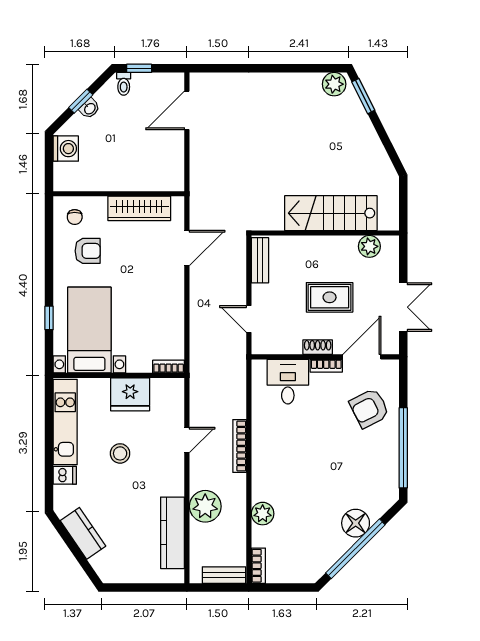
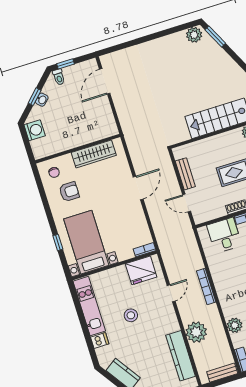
door: (187, 248) -> (138, 188), moved
bench: (260, 260) -> (185, 174), moved
fridge: (130, 394) -> (141, 270), moved

